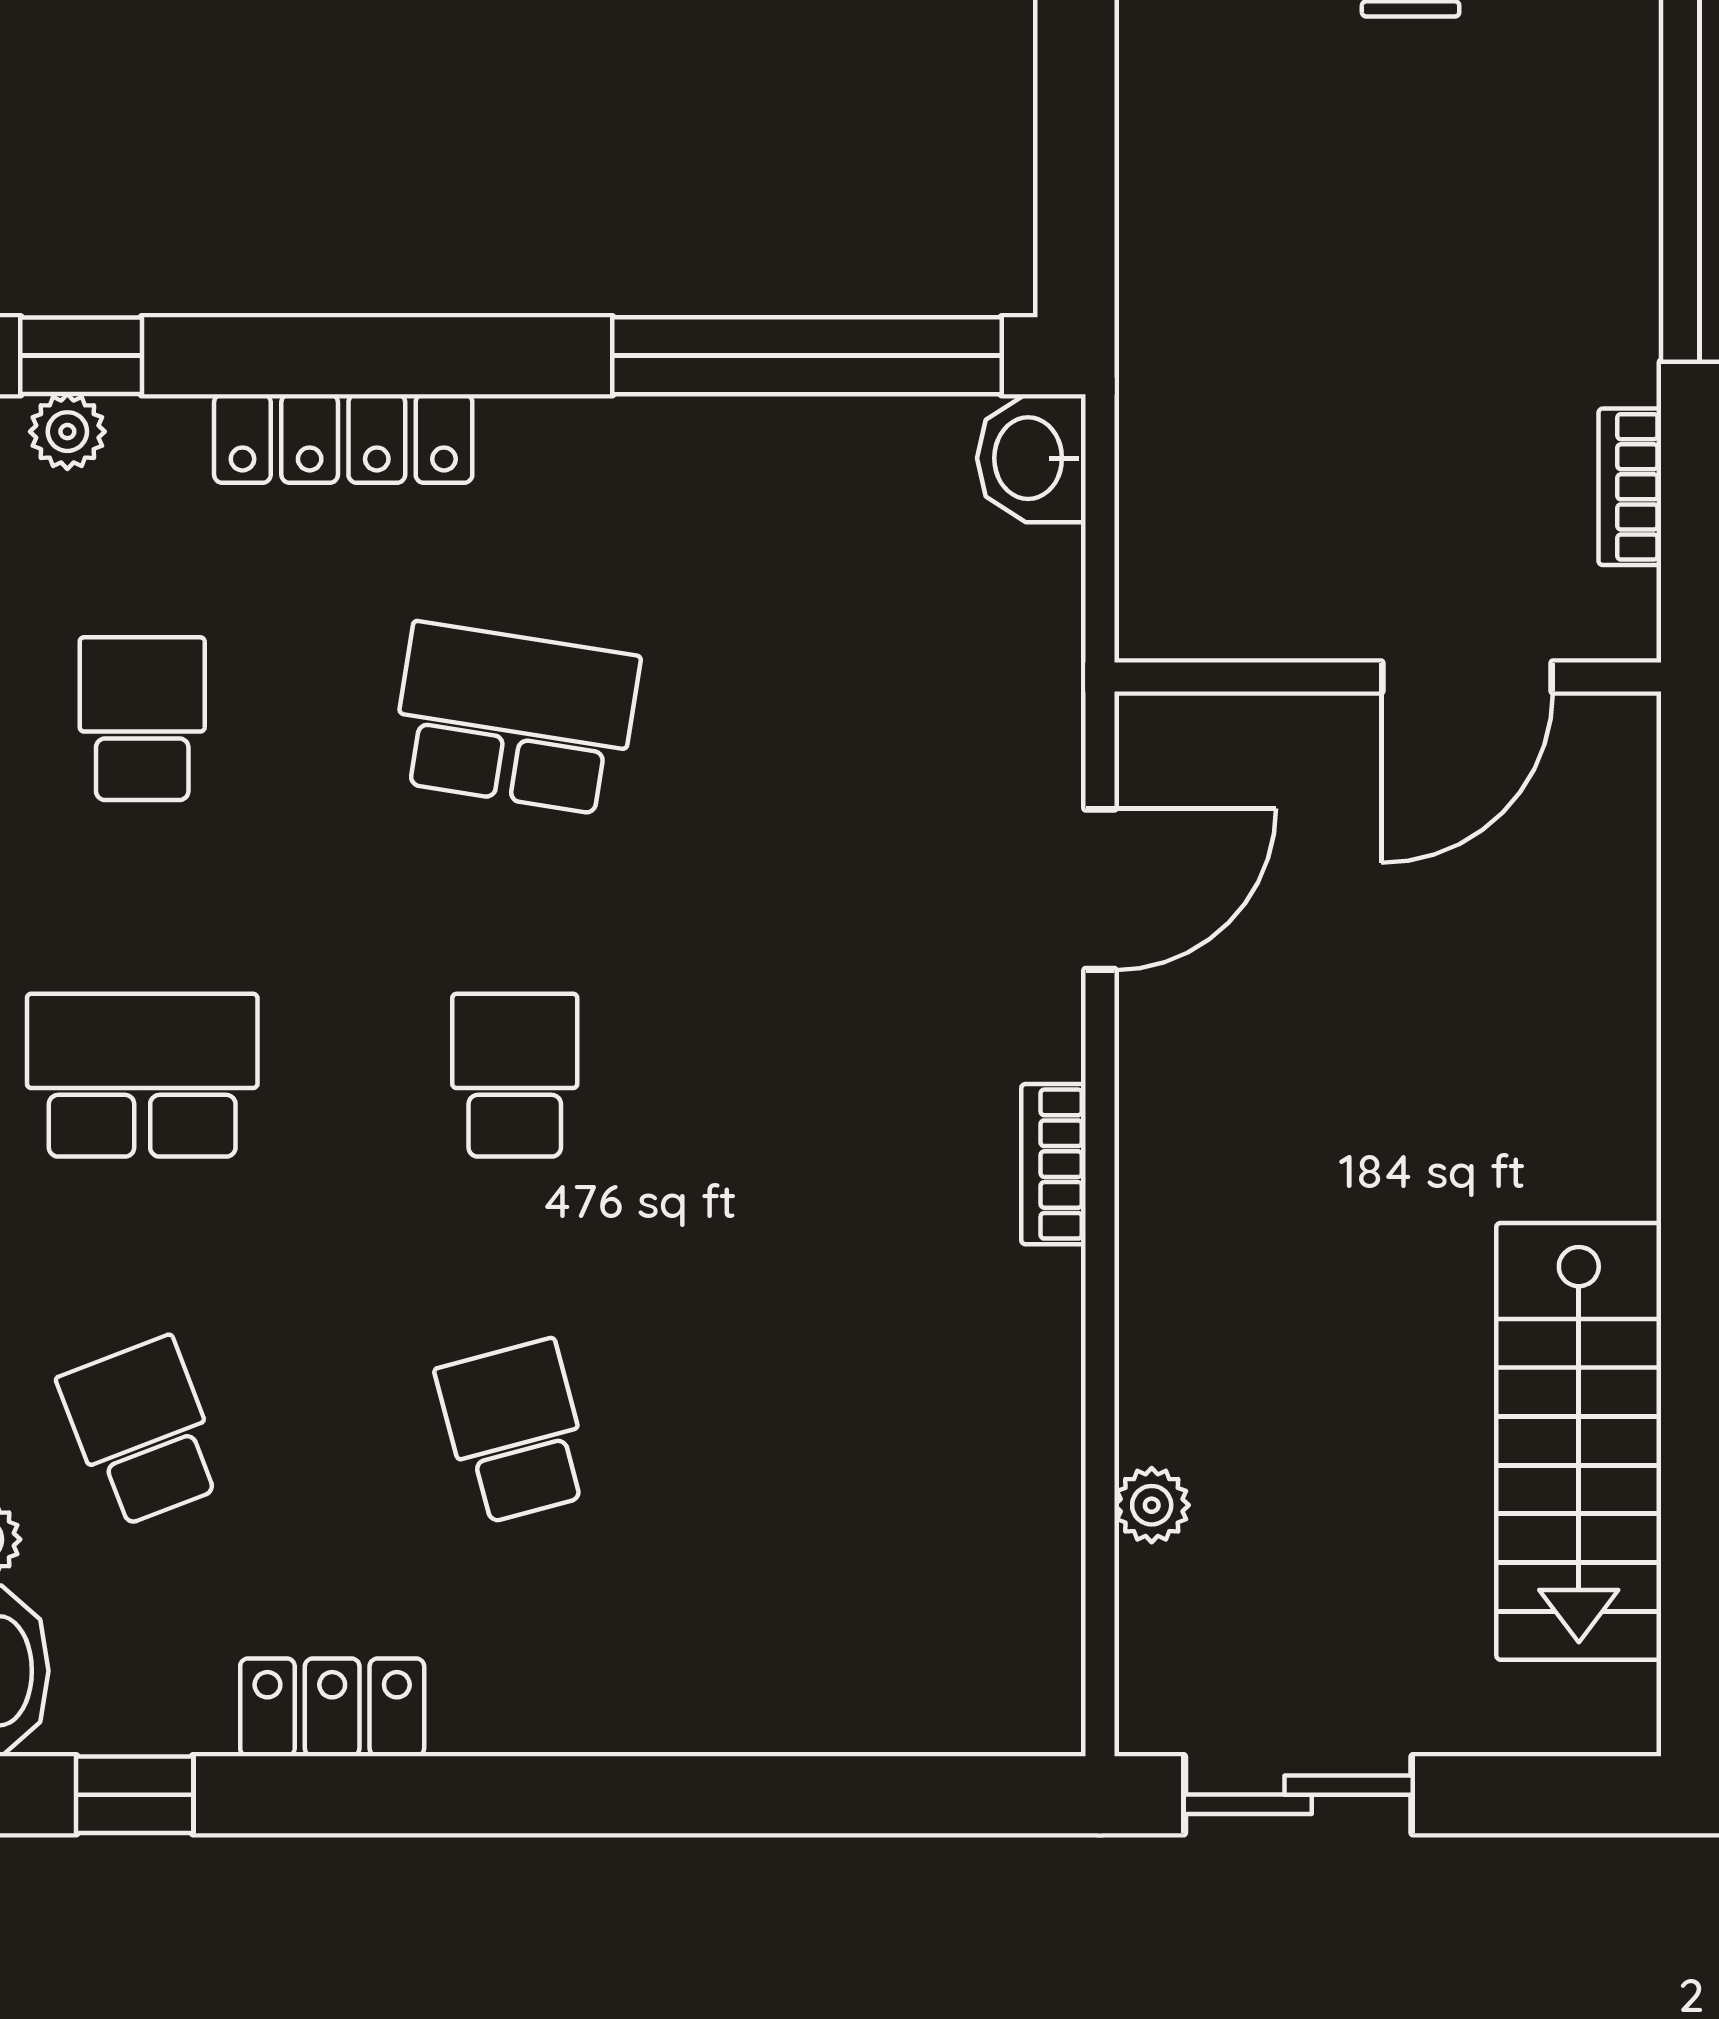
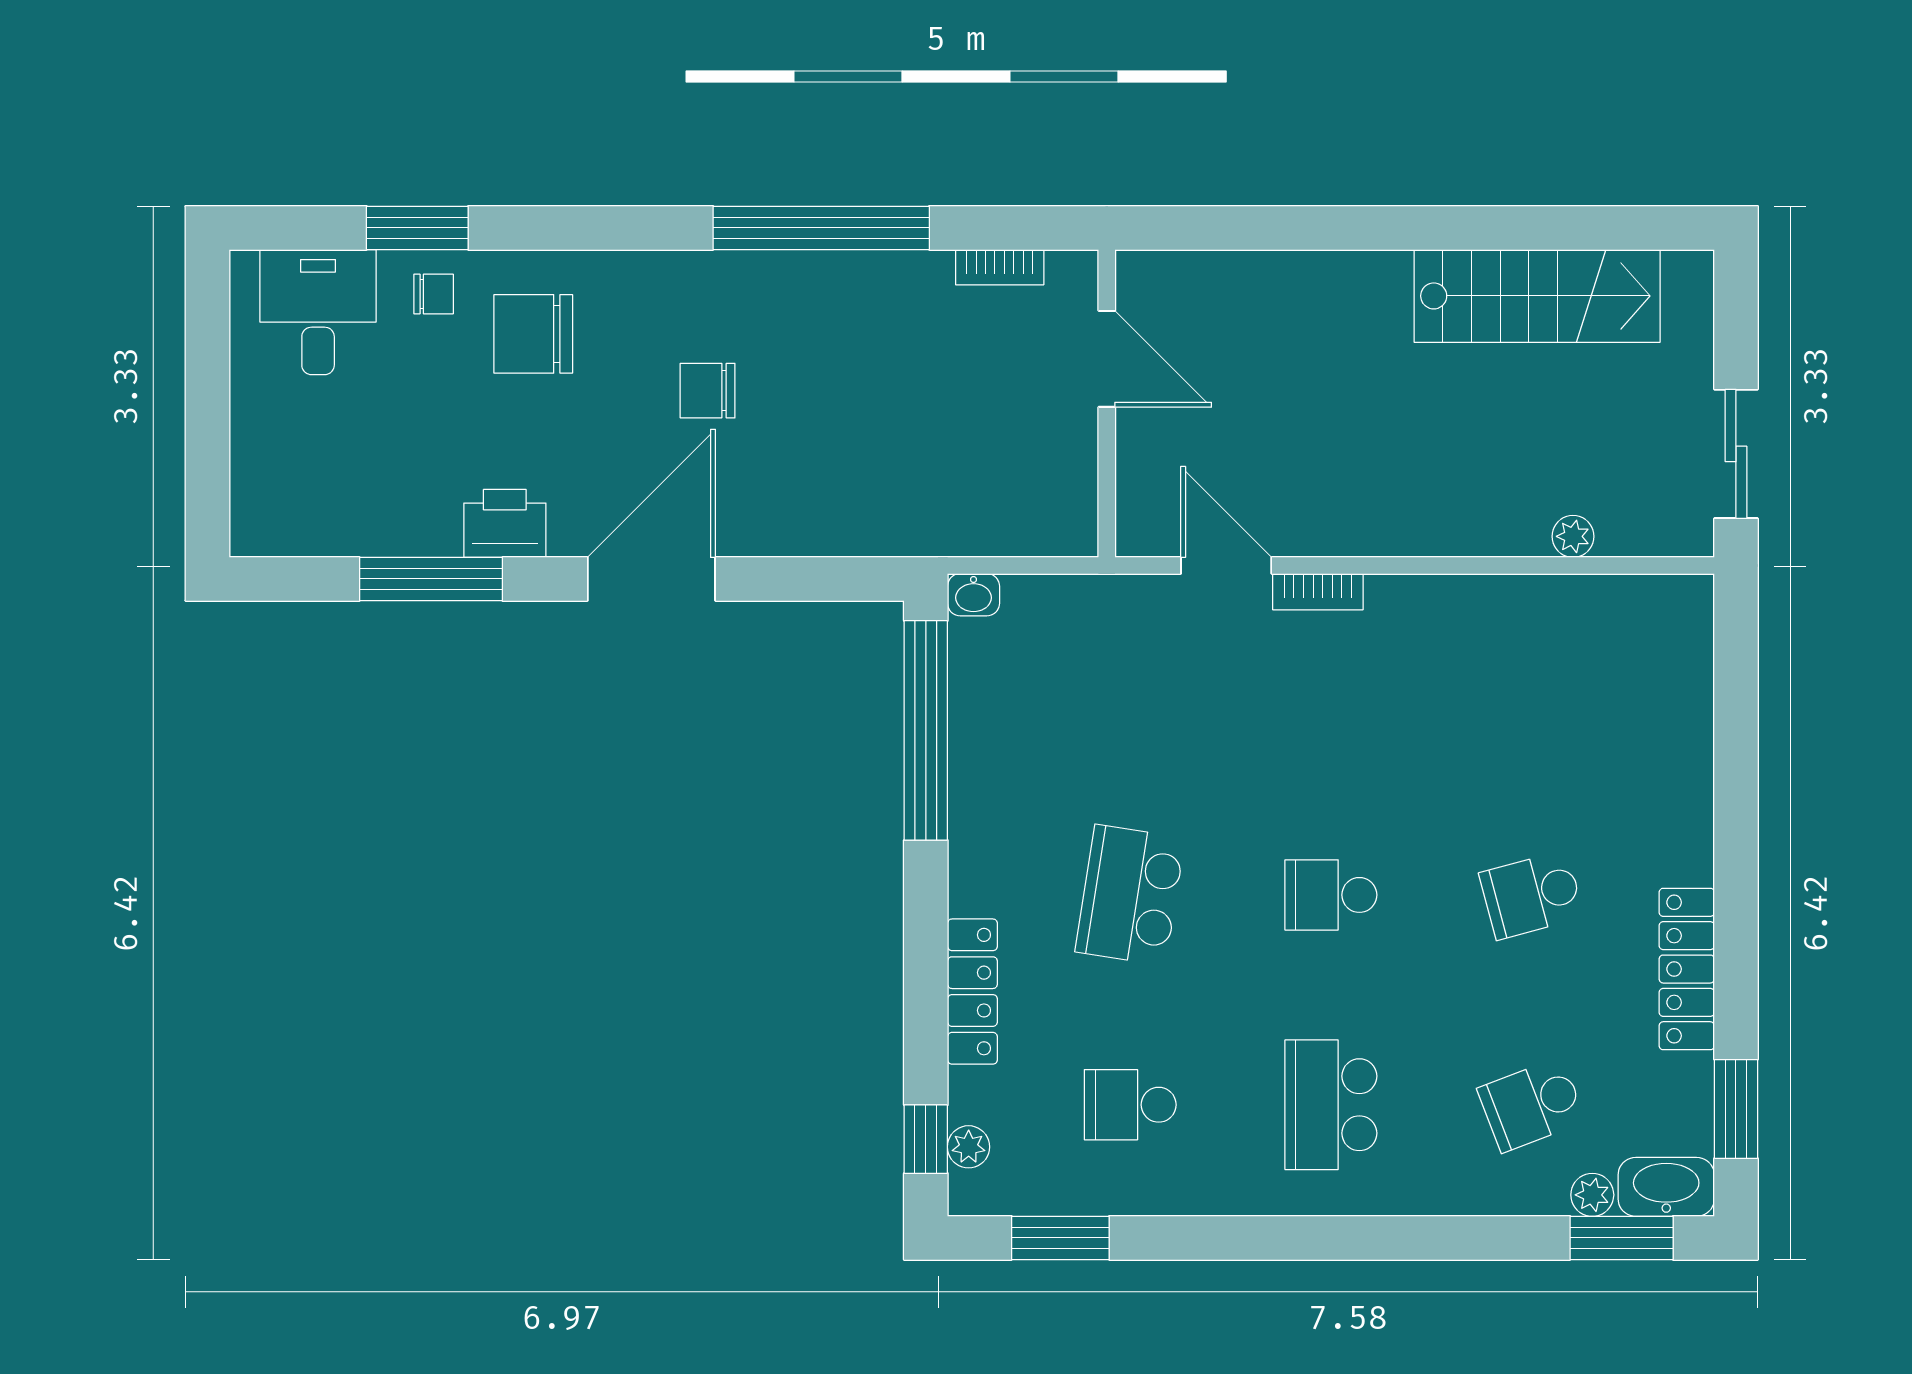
washbasin: (1031, 458) -> (973, 595), width x0.72, depth x0.69
bookcase: (1053, 1164) -> (1318, 592), moved
locker: (332, 1707) -> (1687, 969), width x1.53
window: (135, 1795) -> (1736, 1109), width x1.50

